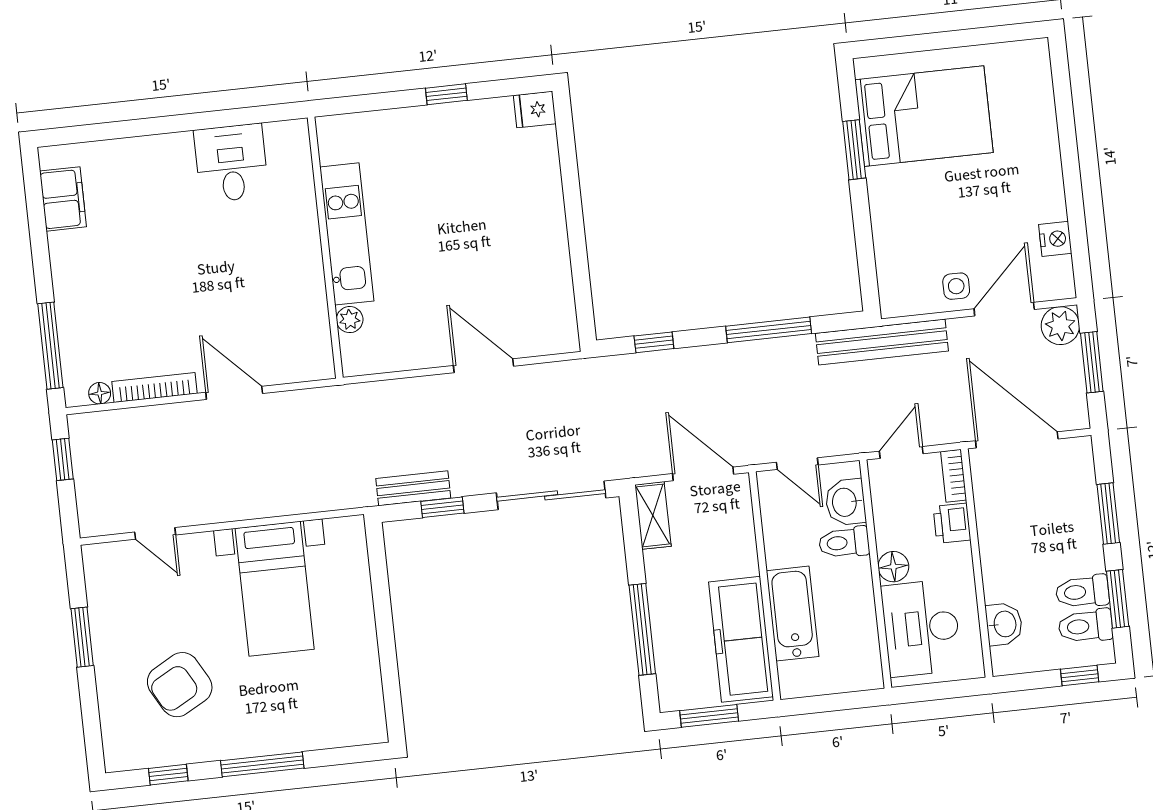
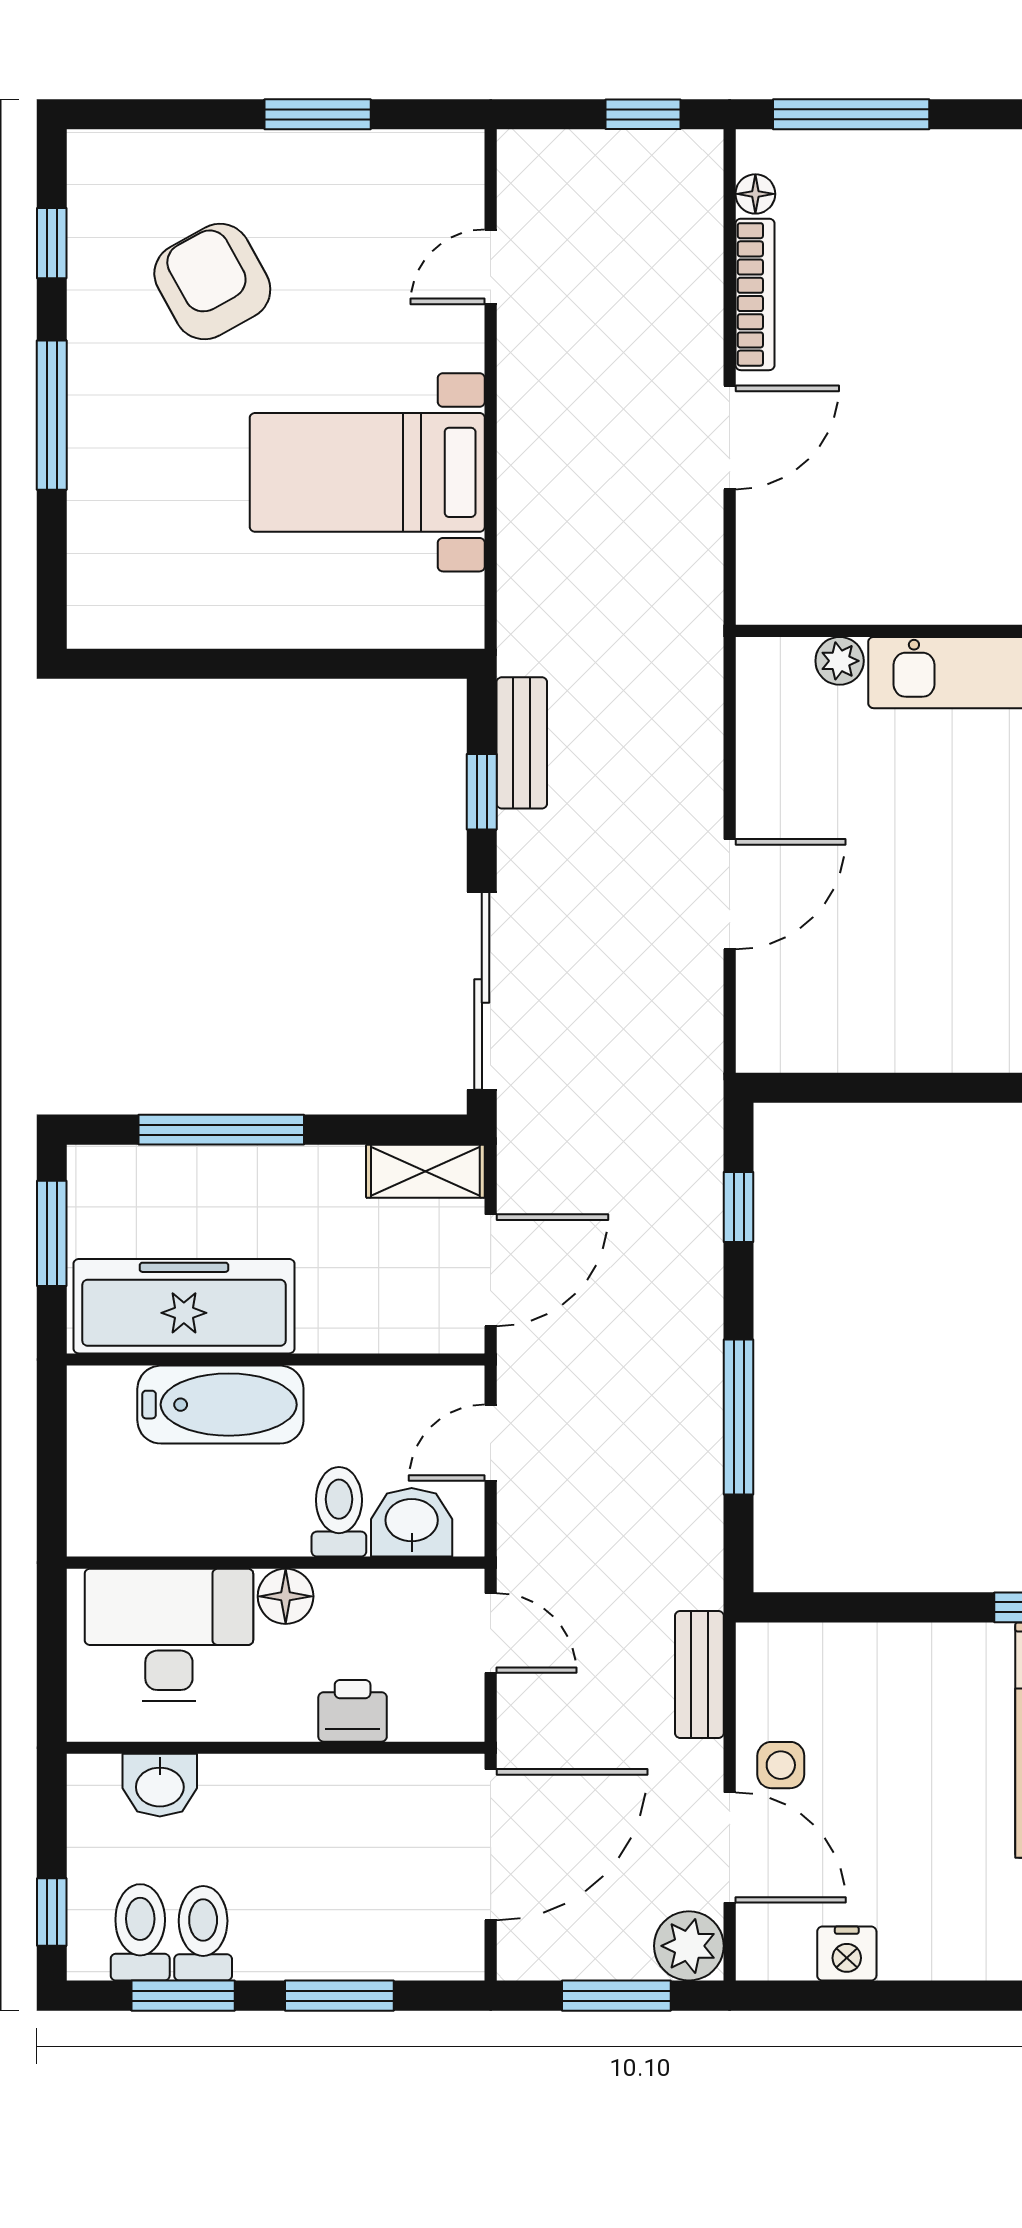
bench: (882, 342) -> (699, 1674), width x0.54, depth x0.82
bookcase: (954, 476) -> (438, 1723), removed

